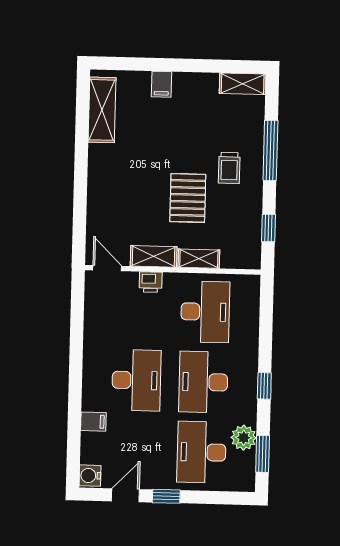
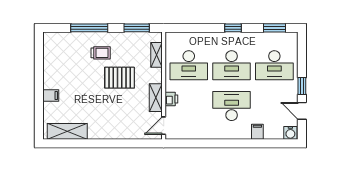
shelving: (243, 84) -> (49, 46), removed
window: (268, 228) -> (137, 28), width x1.50
shelving: (199, 259) -> (156, 55), moved
desk: (205, 312) -> (189, 65), turned 180
plant: (244, 438) -> (265, 40), removed

